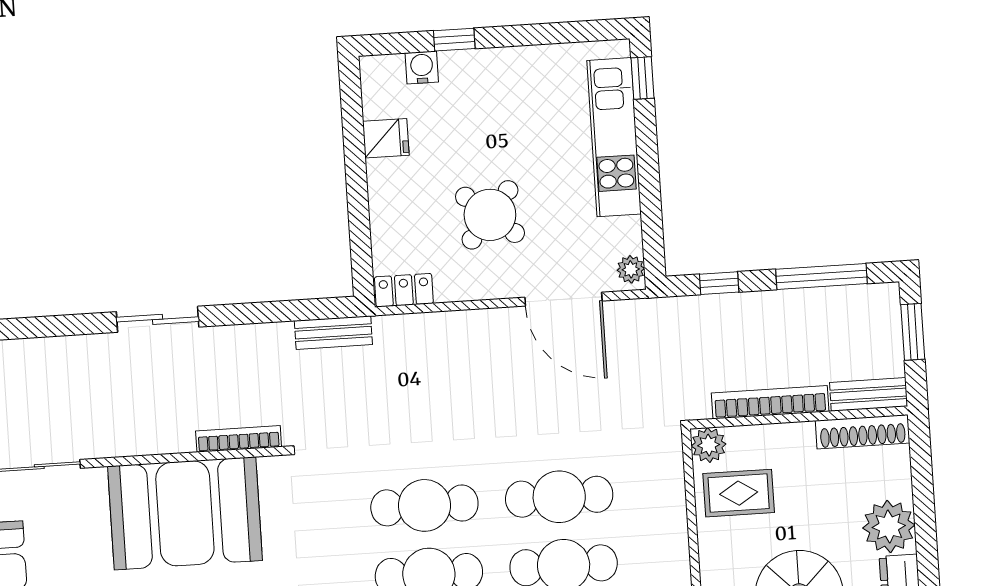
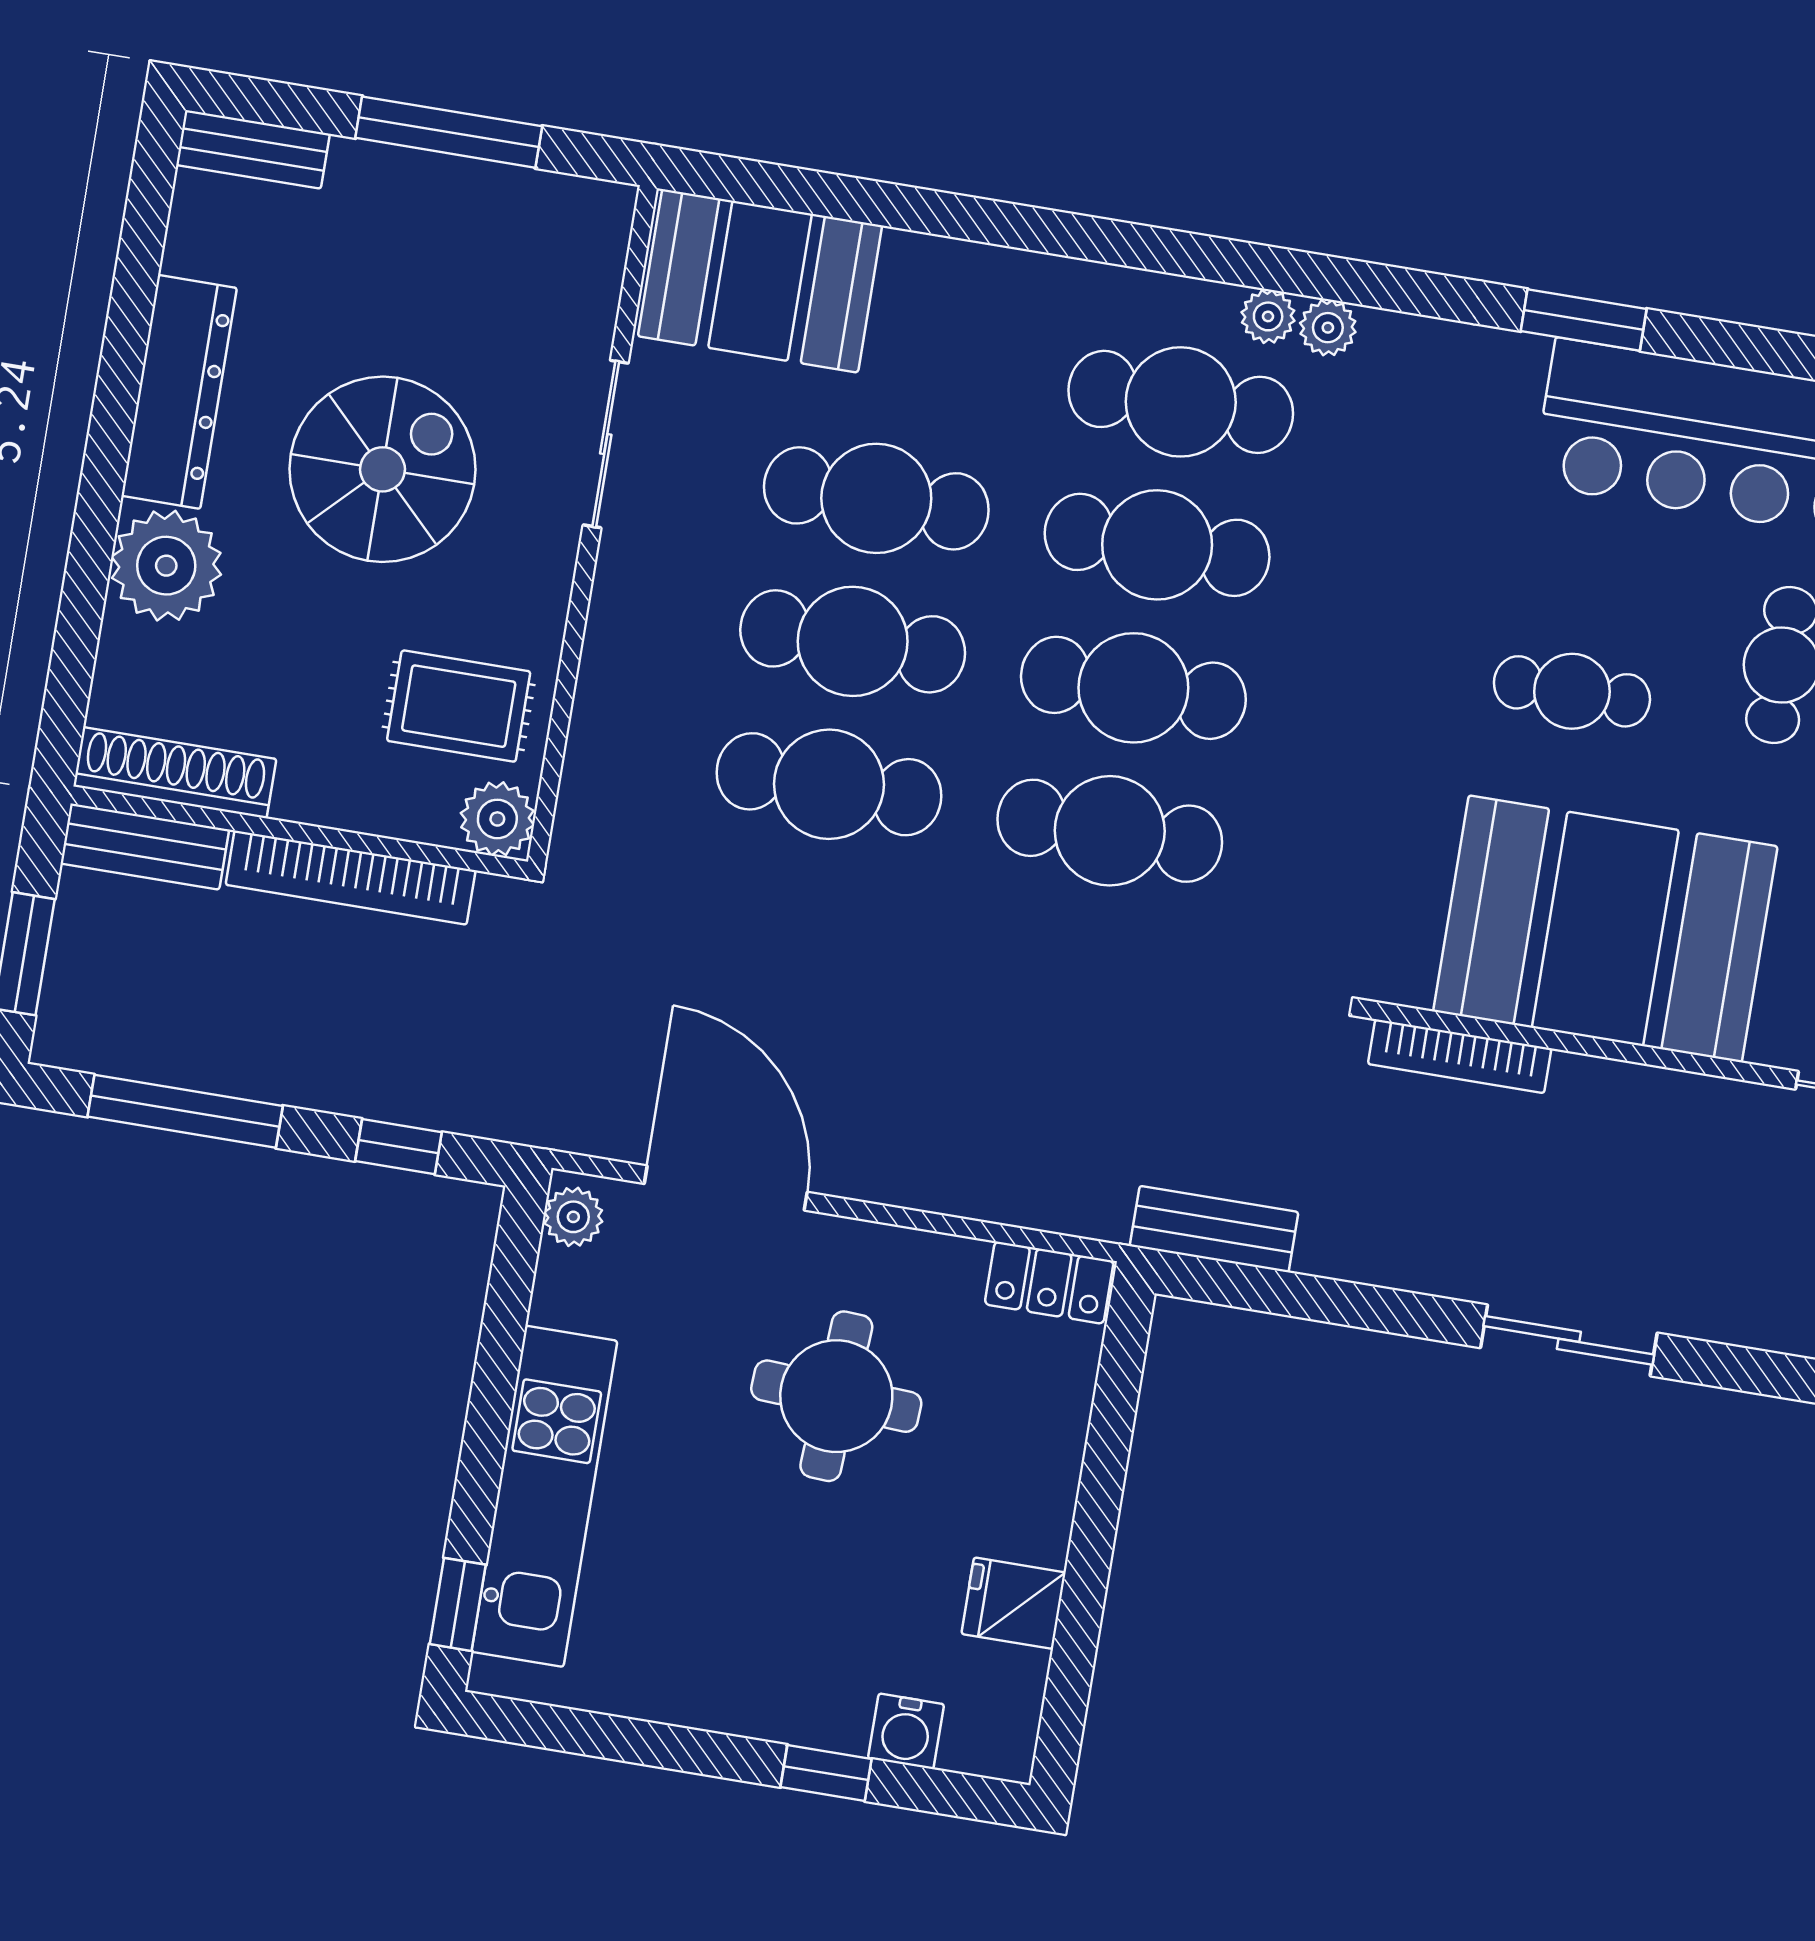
round table: (490, 215) -> (836, 1396), turned -37

